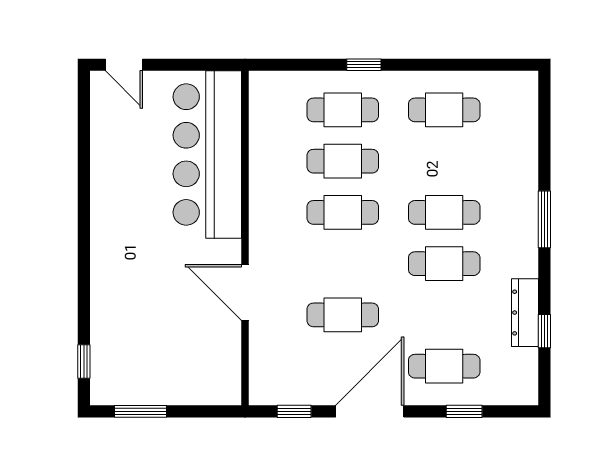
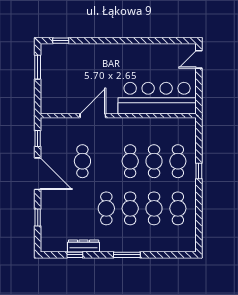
cafe table: (444, 366) -> (154, 208), moved

